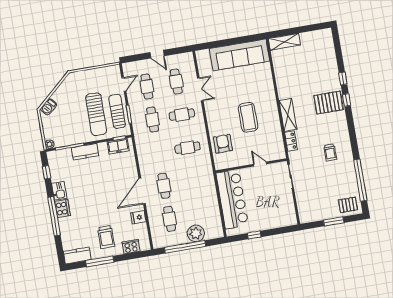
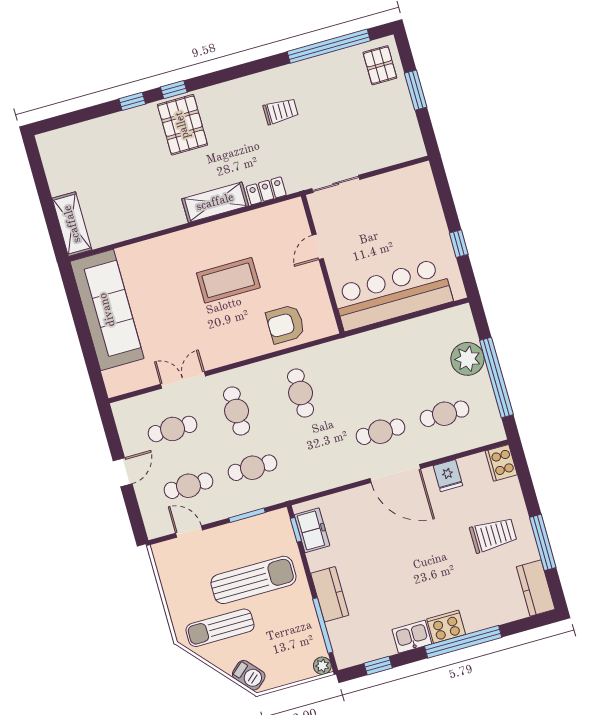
sun lounger: (117, 111) -> (220, 628), moved
cooker: (131, 247) -> (501, 463), moved

